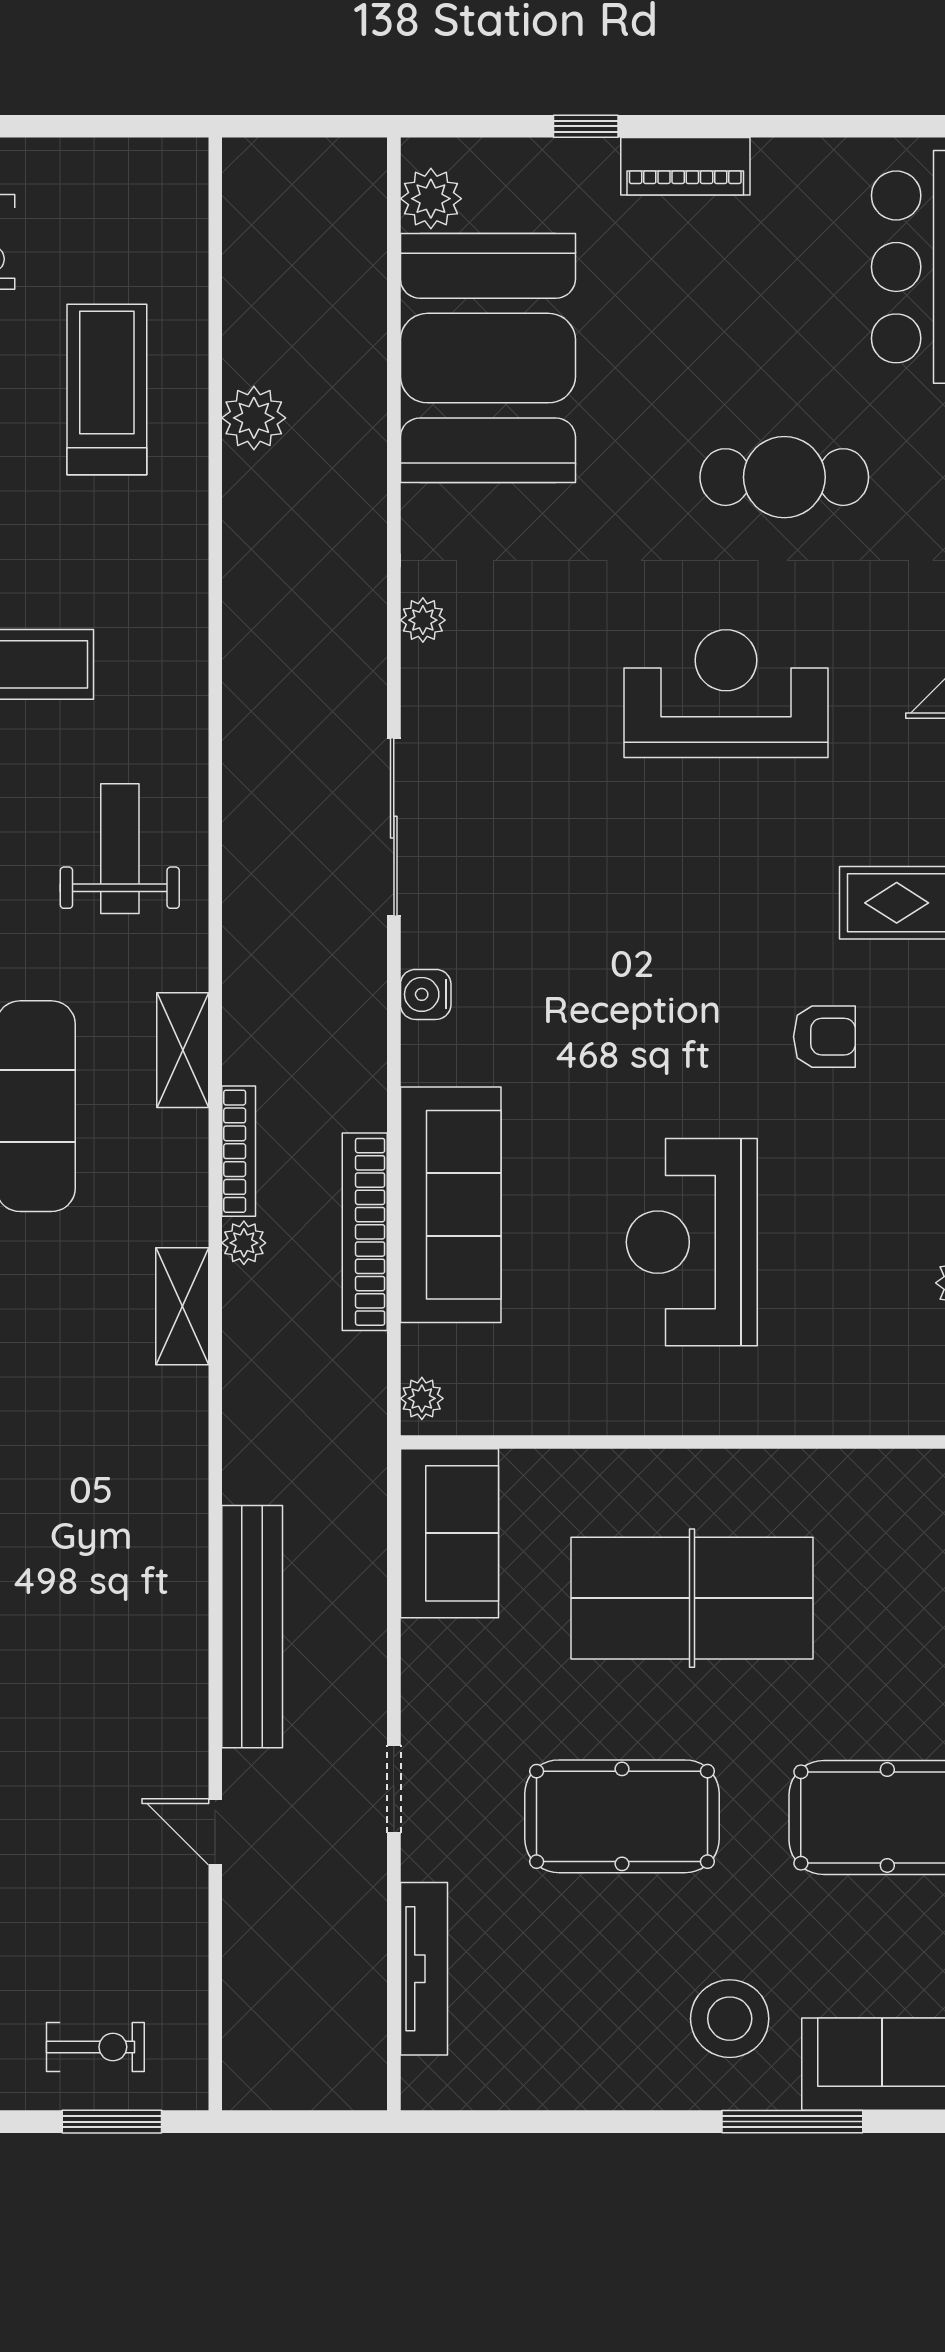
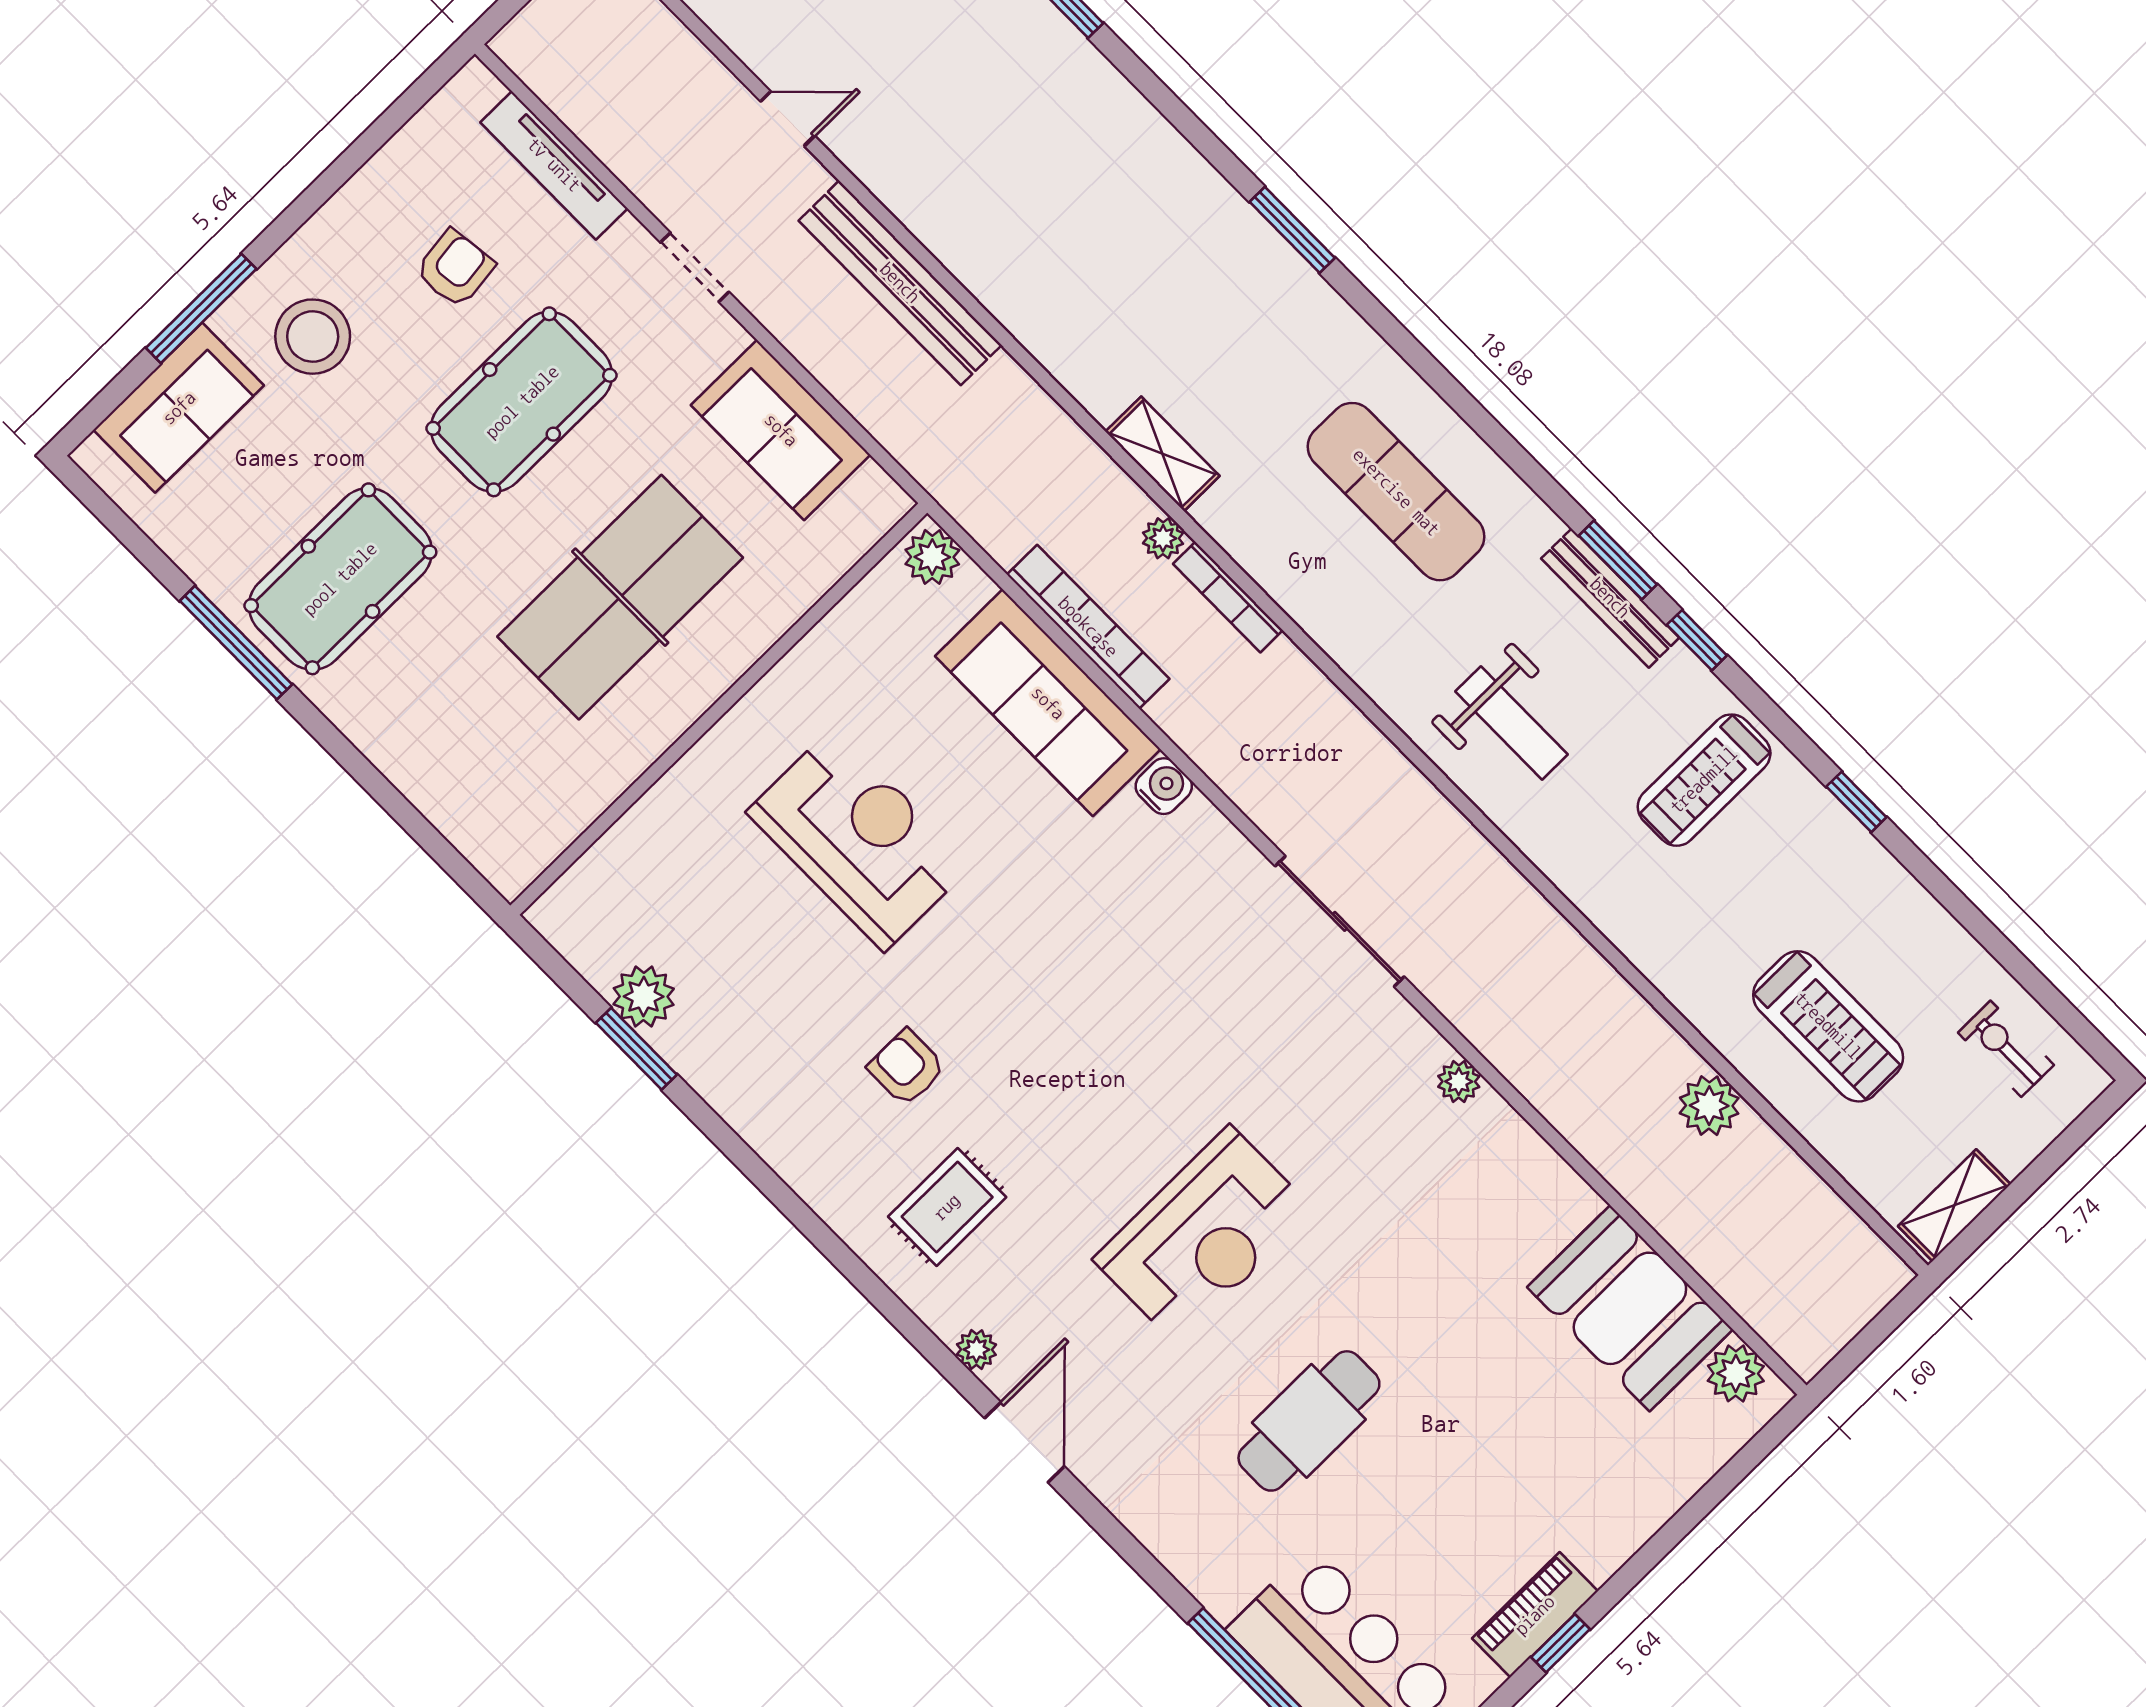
window: (586, 126) -> (1561, 1643), moved
piano: (685, 166) -> (1535, 1615), moved
booth: (488, 358) -> (1630, 1308), width x0.73, depth x0.70
water cooler: (426, 994) -> (1164, 786), moved
armchair: (824, 1037) -> (907, 1068), turned 90
shelving: (183, 1050) -> (1954, 1205), moved, turned 90
plant: (422, 1398) -> (932, 557), width x1.38, depth x1.38
sofa: (449, 1533) -> (781, 430), moved
armchair: (574, 1965) -> (455, 269), added

